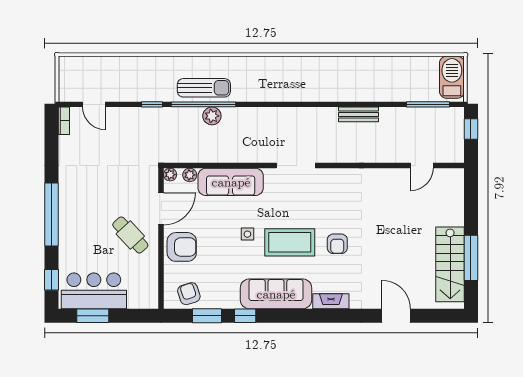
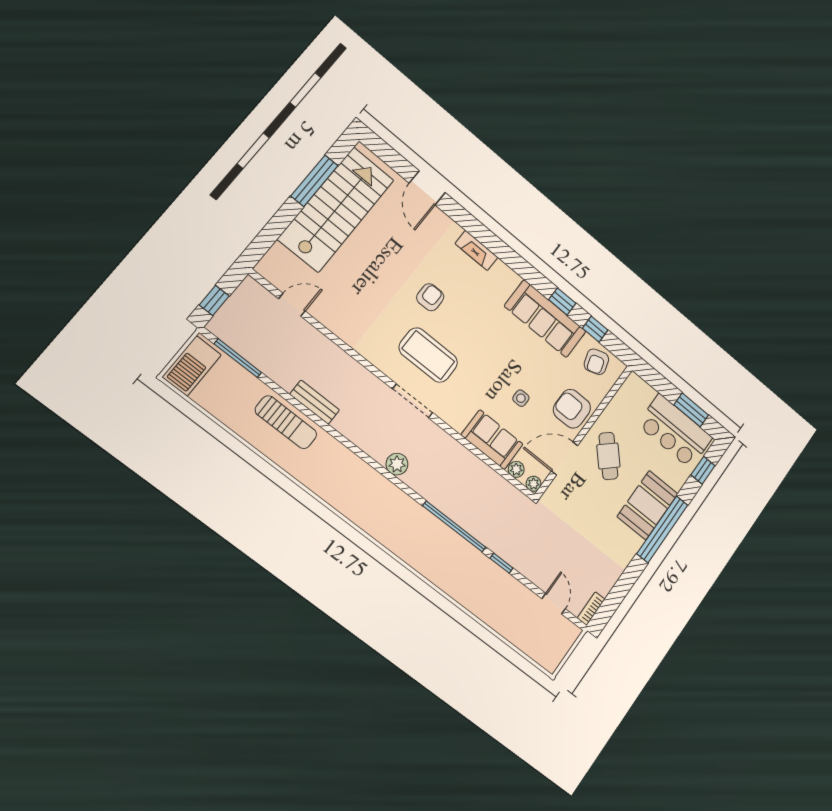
sun lounger: (204, 88) -> (286, 422), moved, turned 180
plant: (212, 116) -> (397, 464), moved
sofa: (231, 182) -> (492, 440), width x0.73
booth: (75, 223) -> (648, 505), added
side table: (247, 234) -> (521, 398), moved
coffee table: (290, 242) -> (428, 355), moved
stairs: (450, 264) -> (336, 209), width x1.36, depth x1.51
sofa: (276, 294) -> (545, 319), moved
window: (207, 316) -> (595, 329), width x0.67

